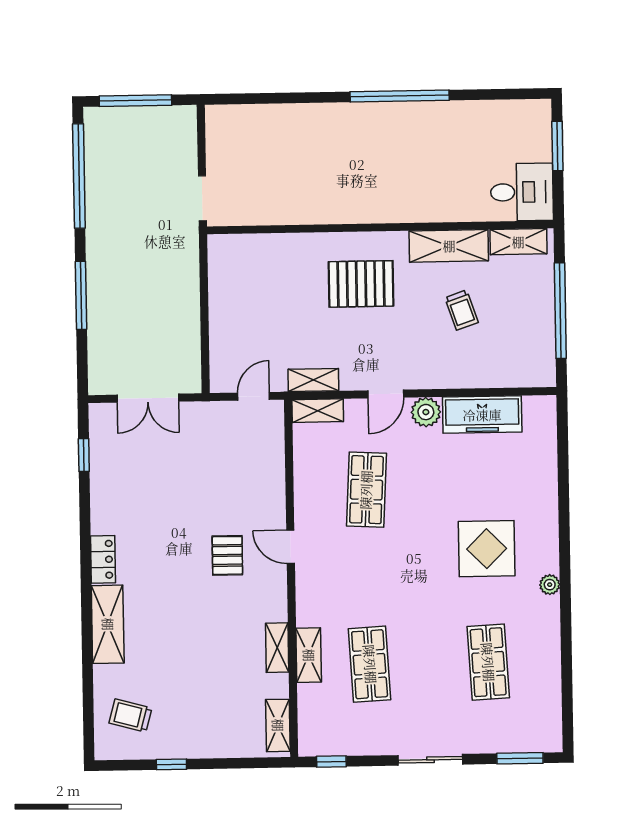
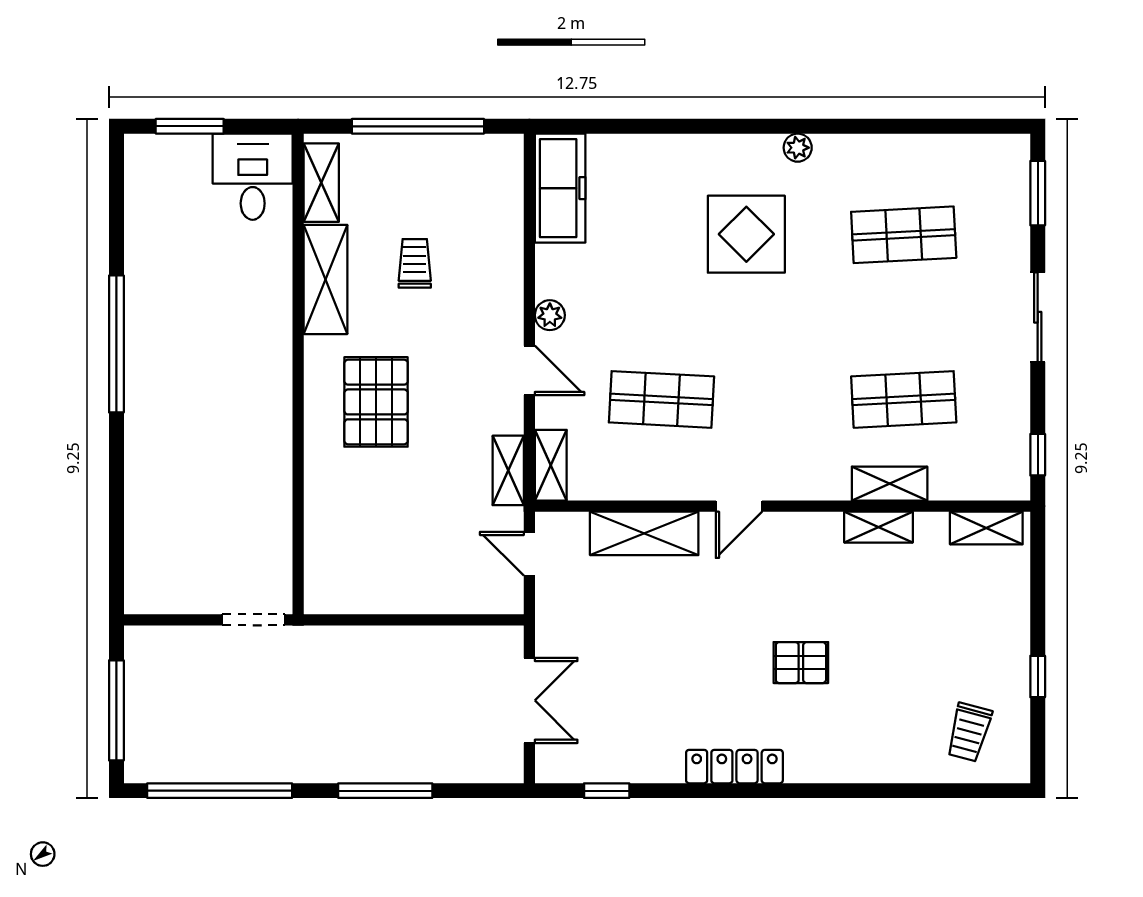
trolley: (461, 310) -> (415, 263), turned -71
plant: (426, 412) -> (550, 315), width x0.73, depth x0.73
freezer: (482, 415) -> (560, 188), moved
pallet: (227, 555) -> (801, 663), moved
locker: (103, 559) -> (734, 767), width x1.53
shelving: (108, 624) -> (644, 533), moved

